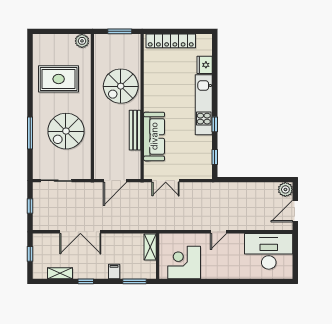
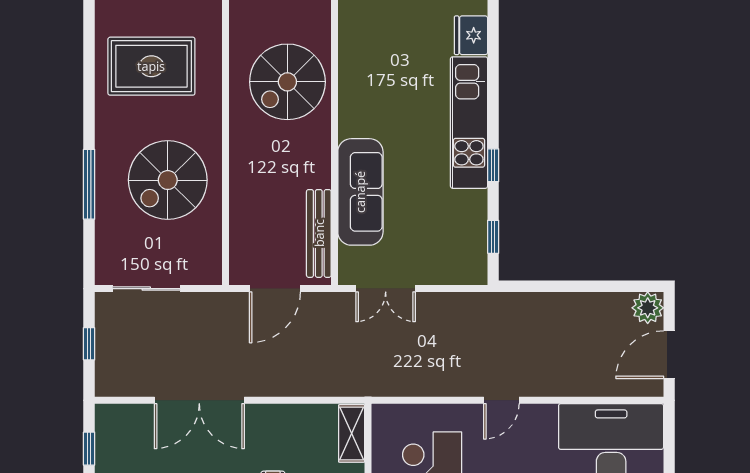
bench: (135, 130) -> (319, 233), moved

